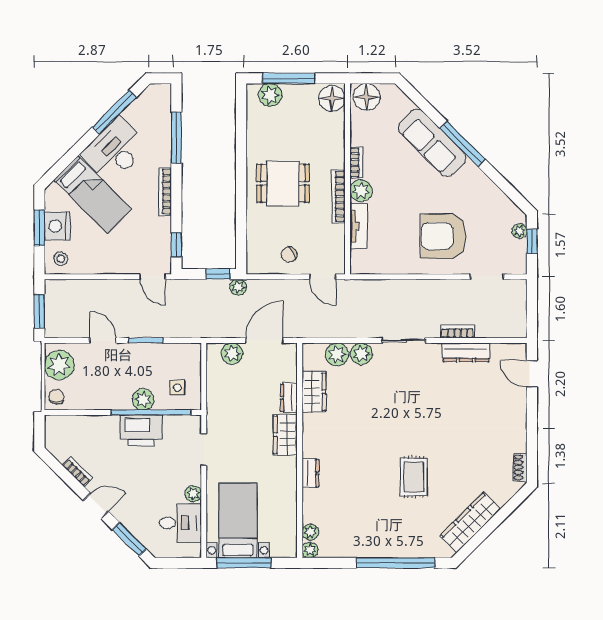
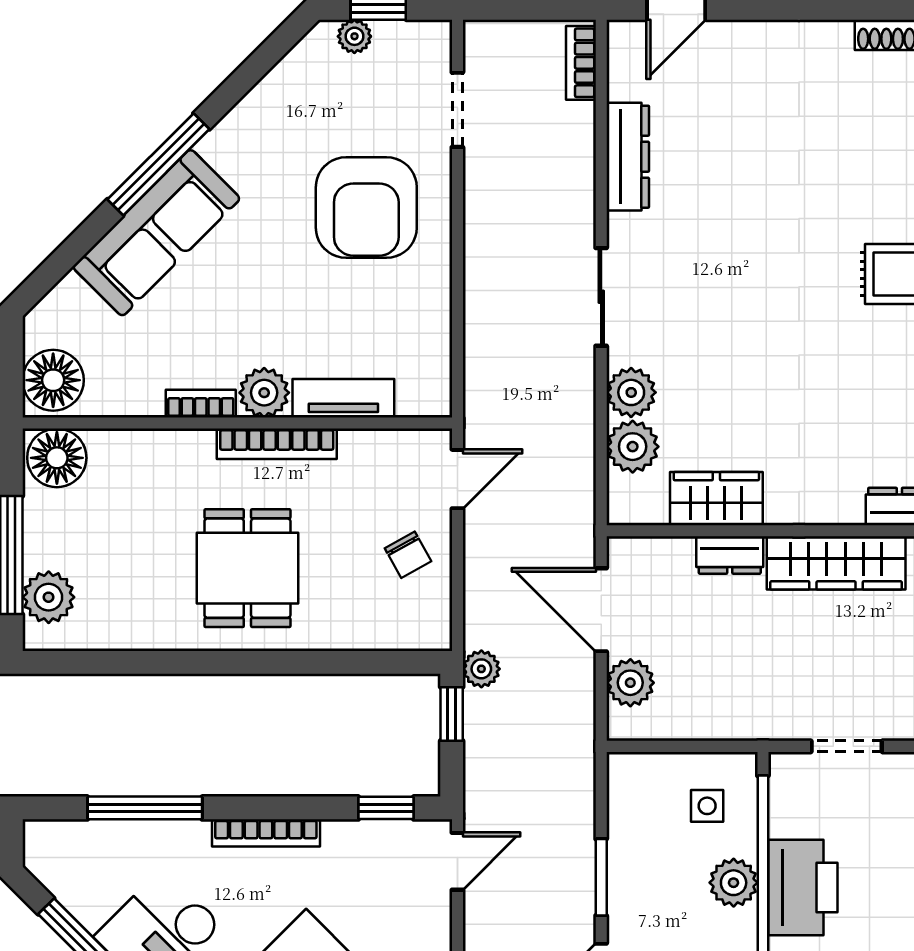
bookcase: (458, 332) -> (581, 63), moved
wardrobe: (285, 435) -> (836, 563), width x1.50

